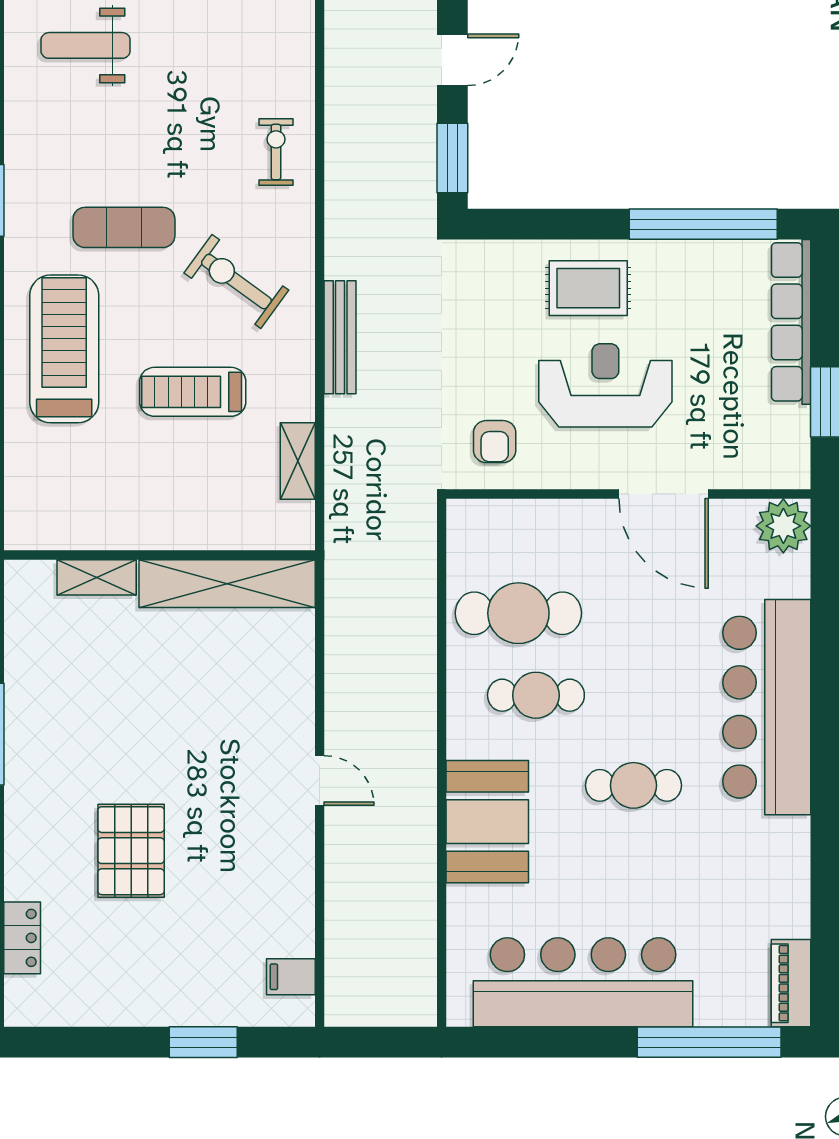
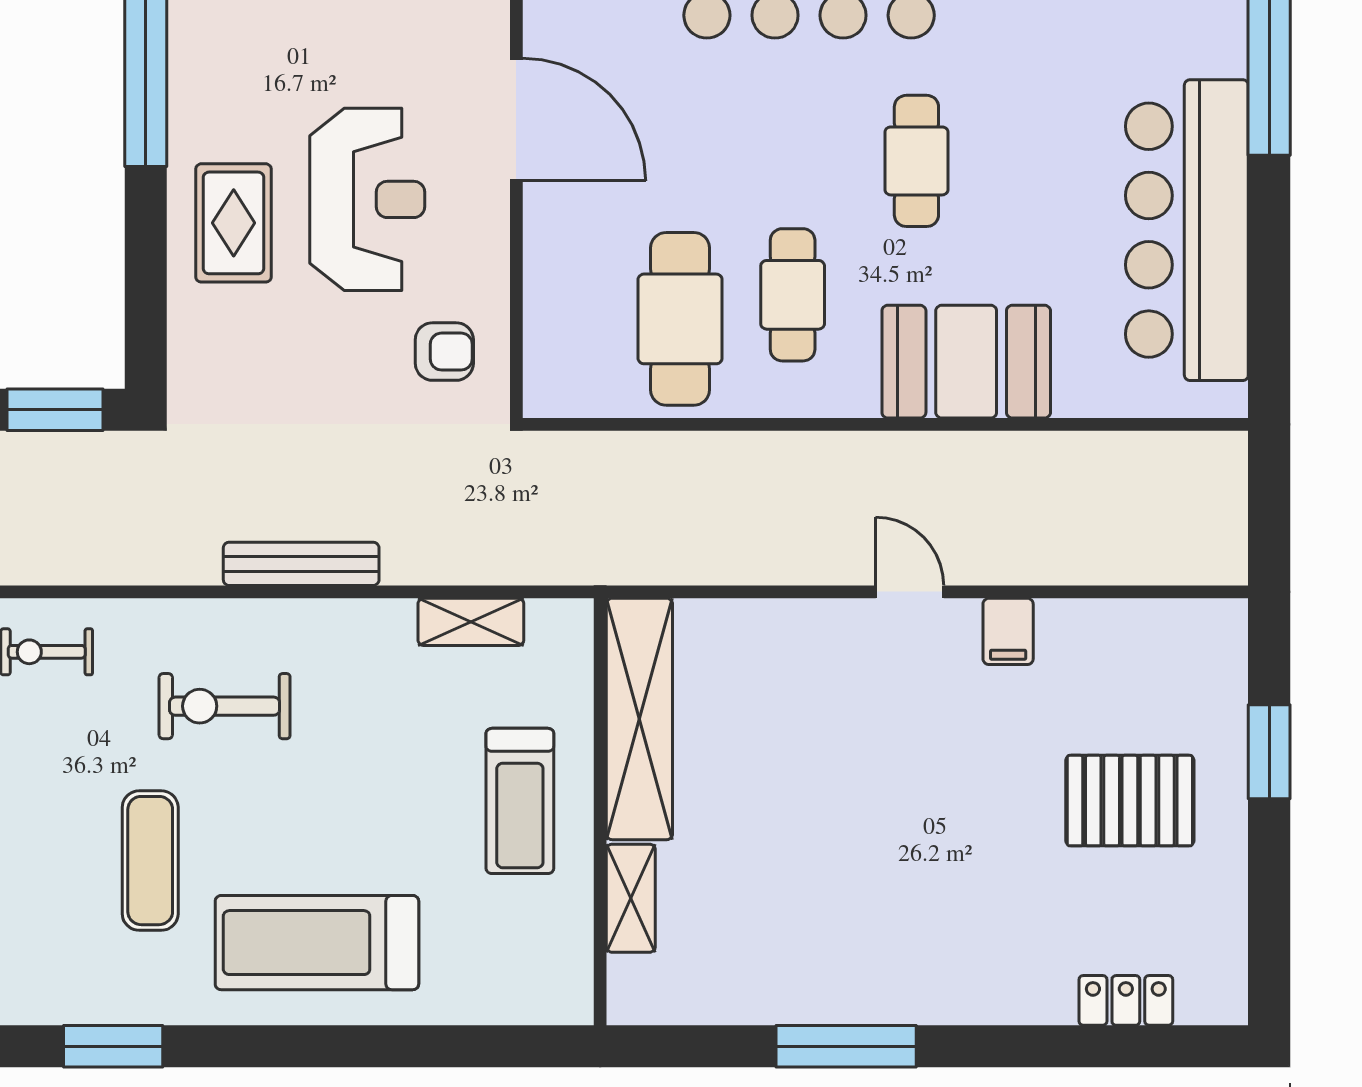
exercise bike: (236, 282) -> (225, 706), turned 54
reception desk: (605, 385) -> (367, 199), turned 180
treadmill: (193, 392) -> (520, 801), moved
door: (664, 494) -> (516, 120), hinge flipped
door: (320, 780) -> (910, 592), hinge flipped
pallet: (131, 851) -> (1130, 801), moved
filing cabinet: (291, 977) -> (1008, 631), moved

